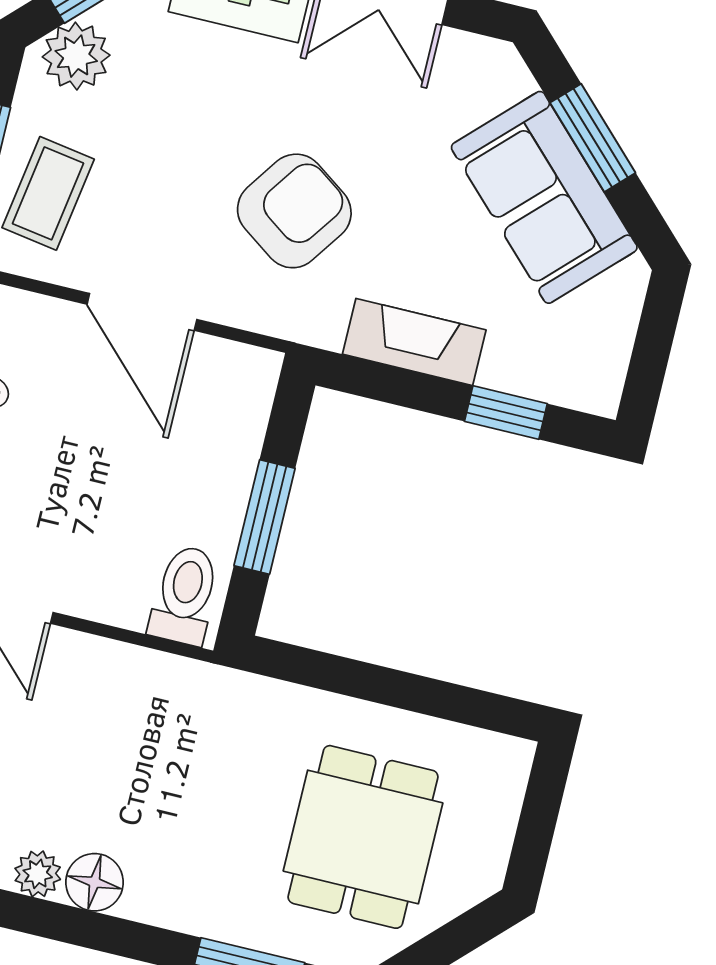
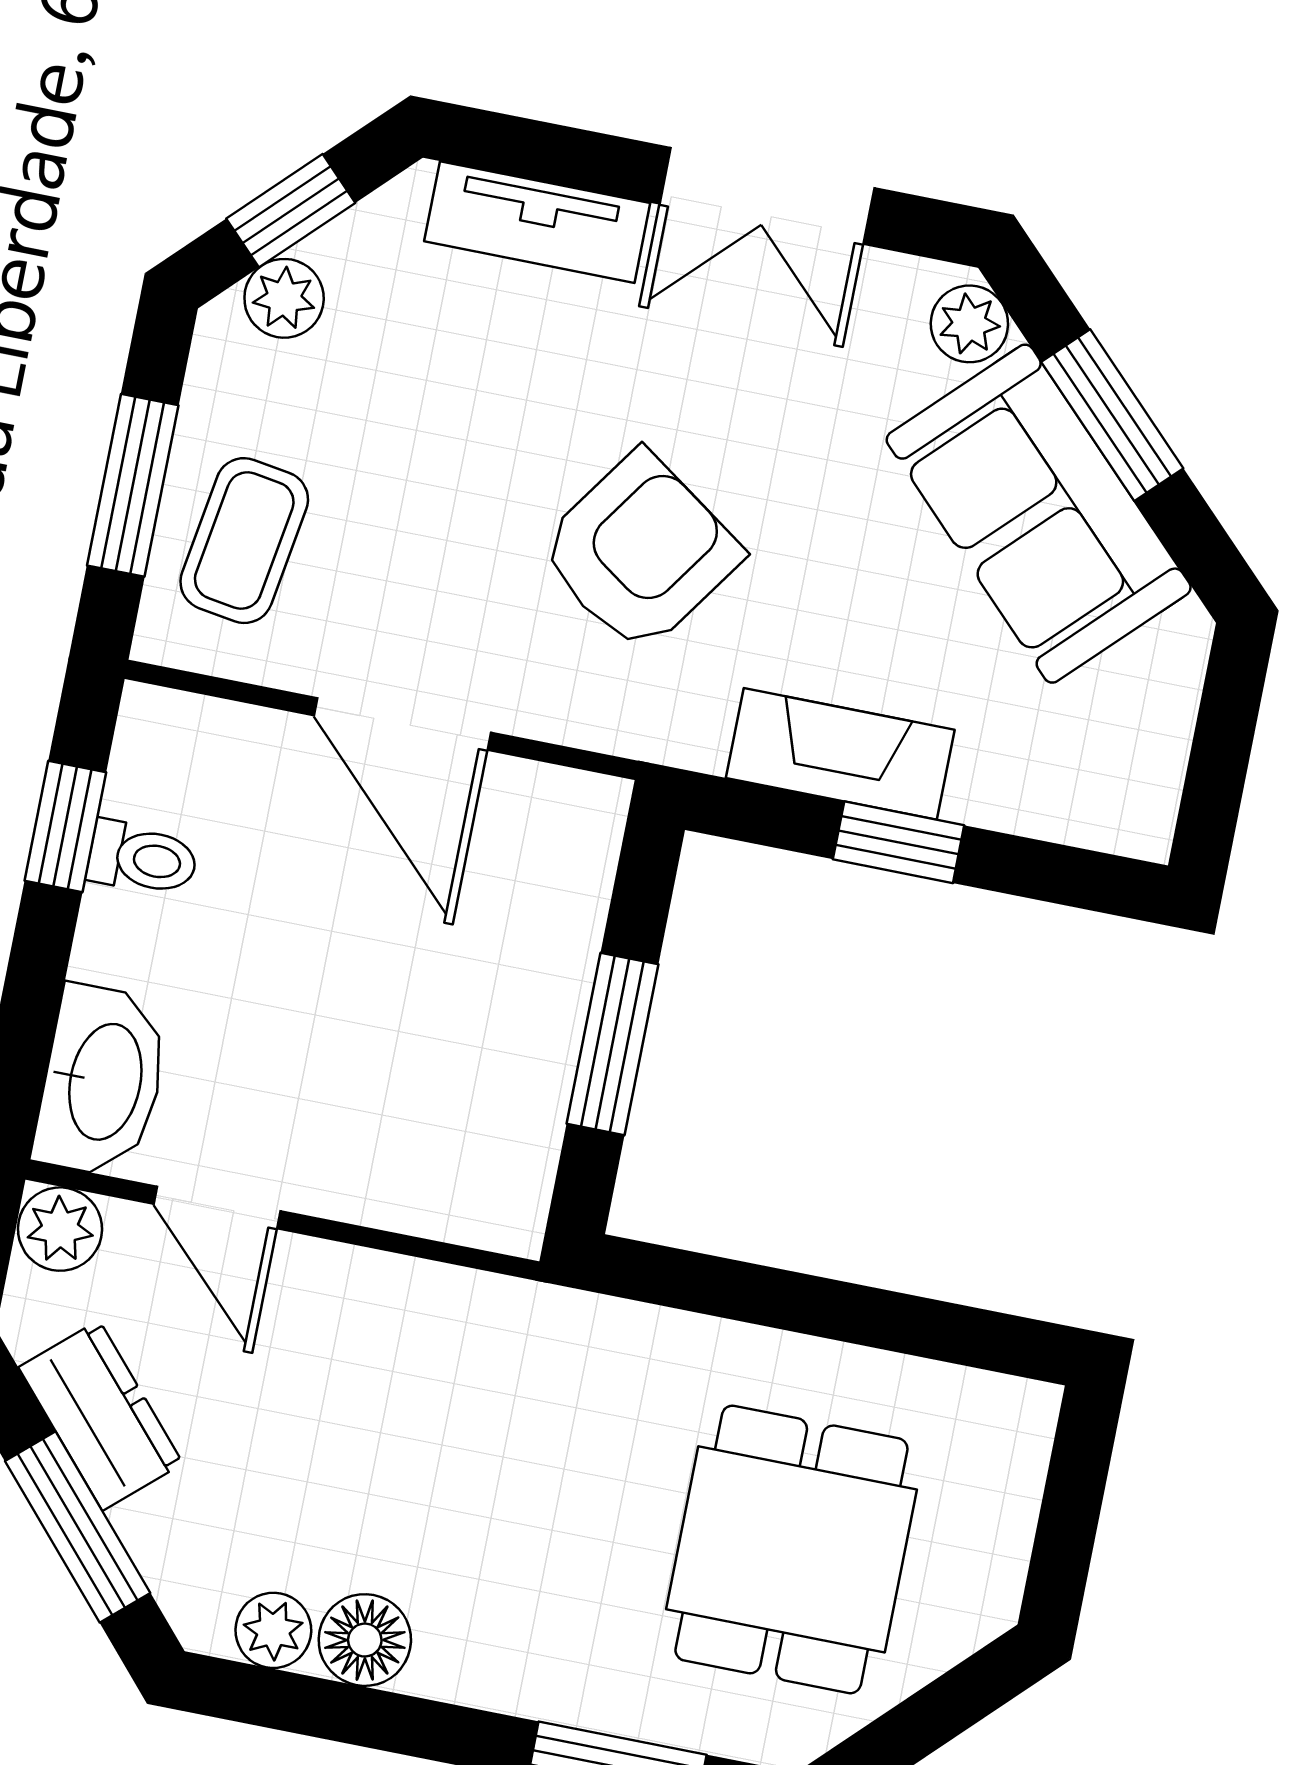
plant: (76, 56) -> (284, 298), width x0.73, depth x0.73
plant: (506, 77) -> (969, 324), added
window: (506, 413) -> (899, 842), moved
toilet: (185, 595) -> (490, 1174), removed

